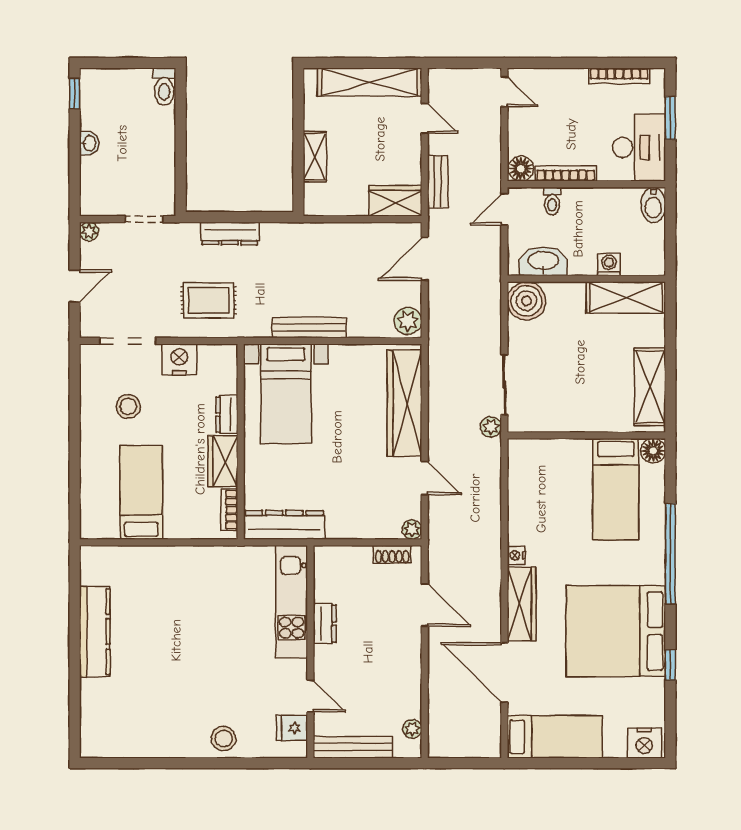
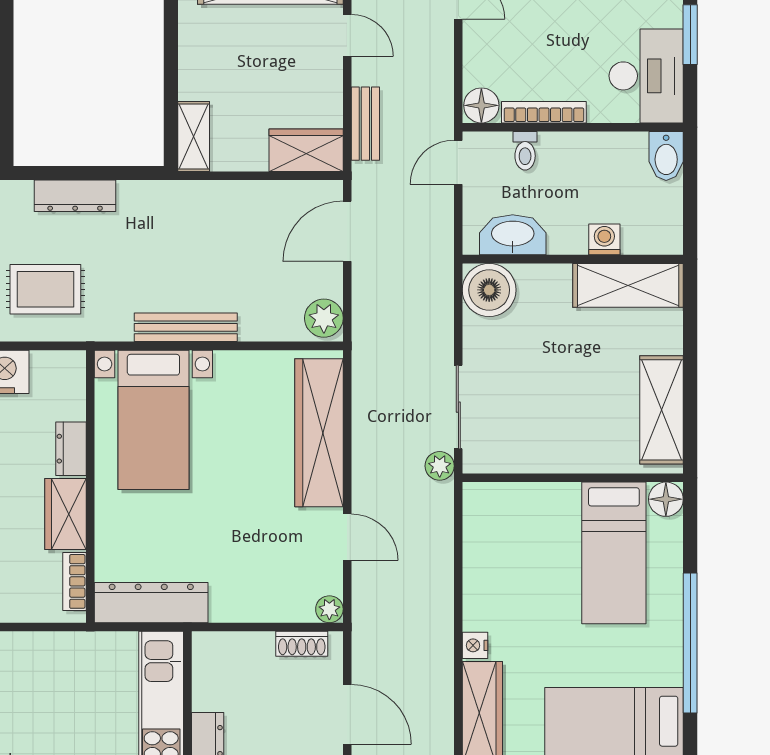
shelving: (315, 157) -> (194, 137), moved

